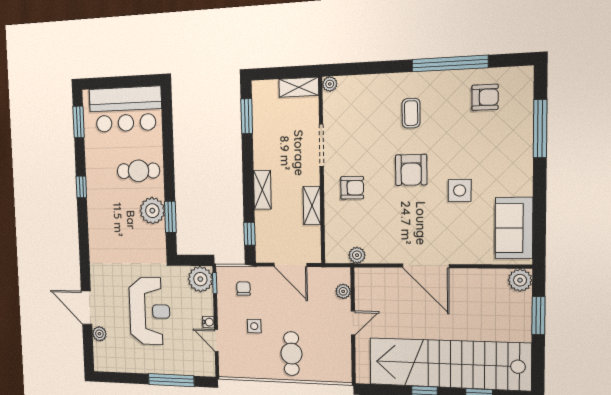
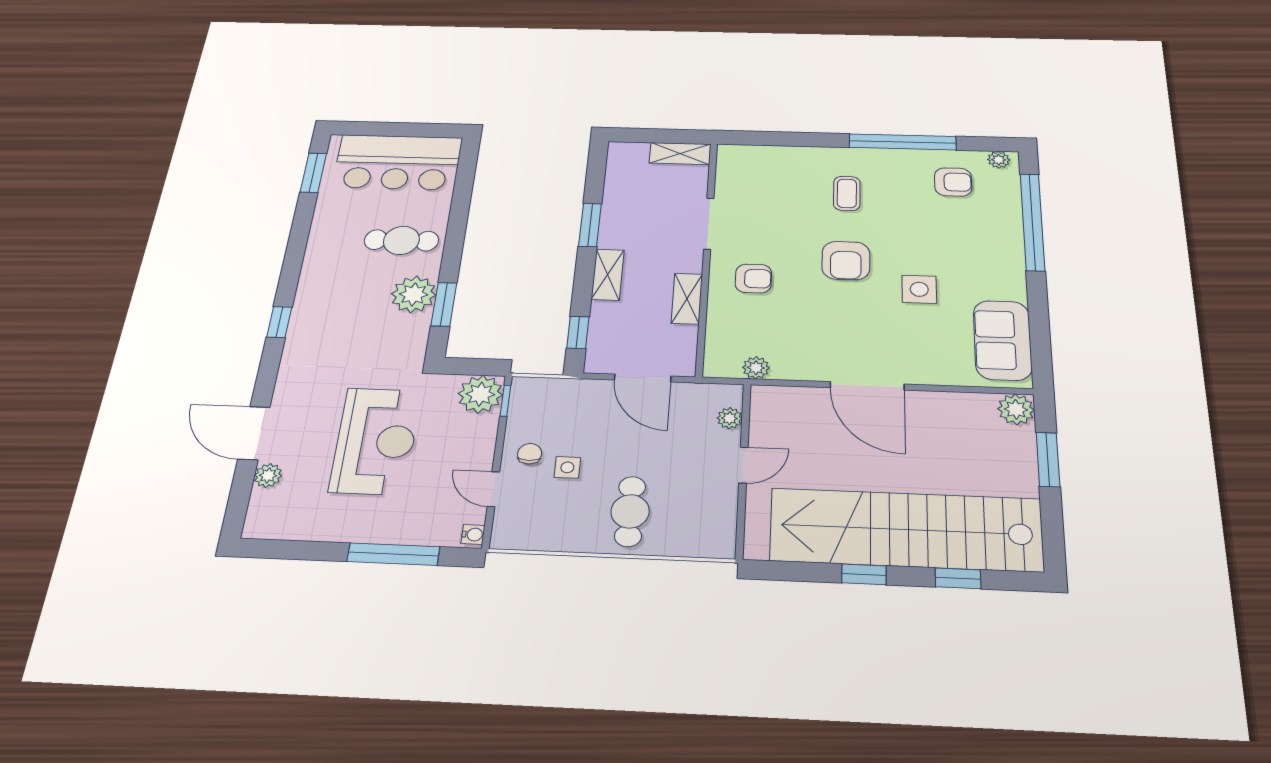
plant: (330, 84) -> (999, 160), moved
window: (247, 116) -> (590, 225), moved
window: (540, 129) -> (1032, 222), width x1.46
window: (81, 187) -> (279, 322), moved
chair: (243, 289) -> (530, 454), moved
water cooler: (208, 322) -> (473, 534), moved

